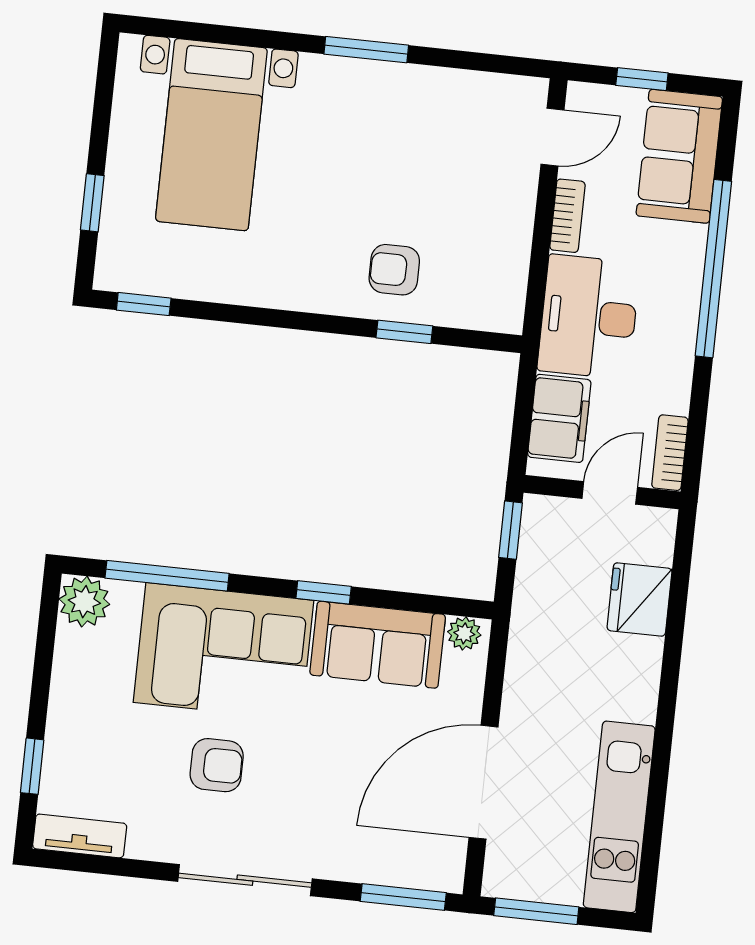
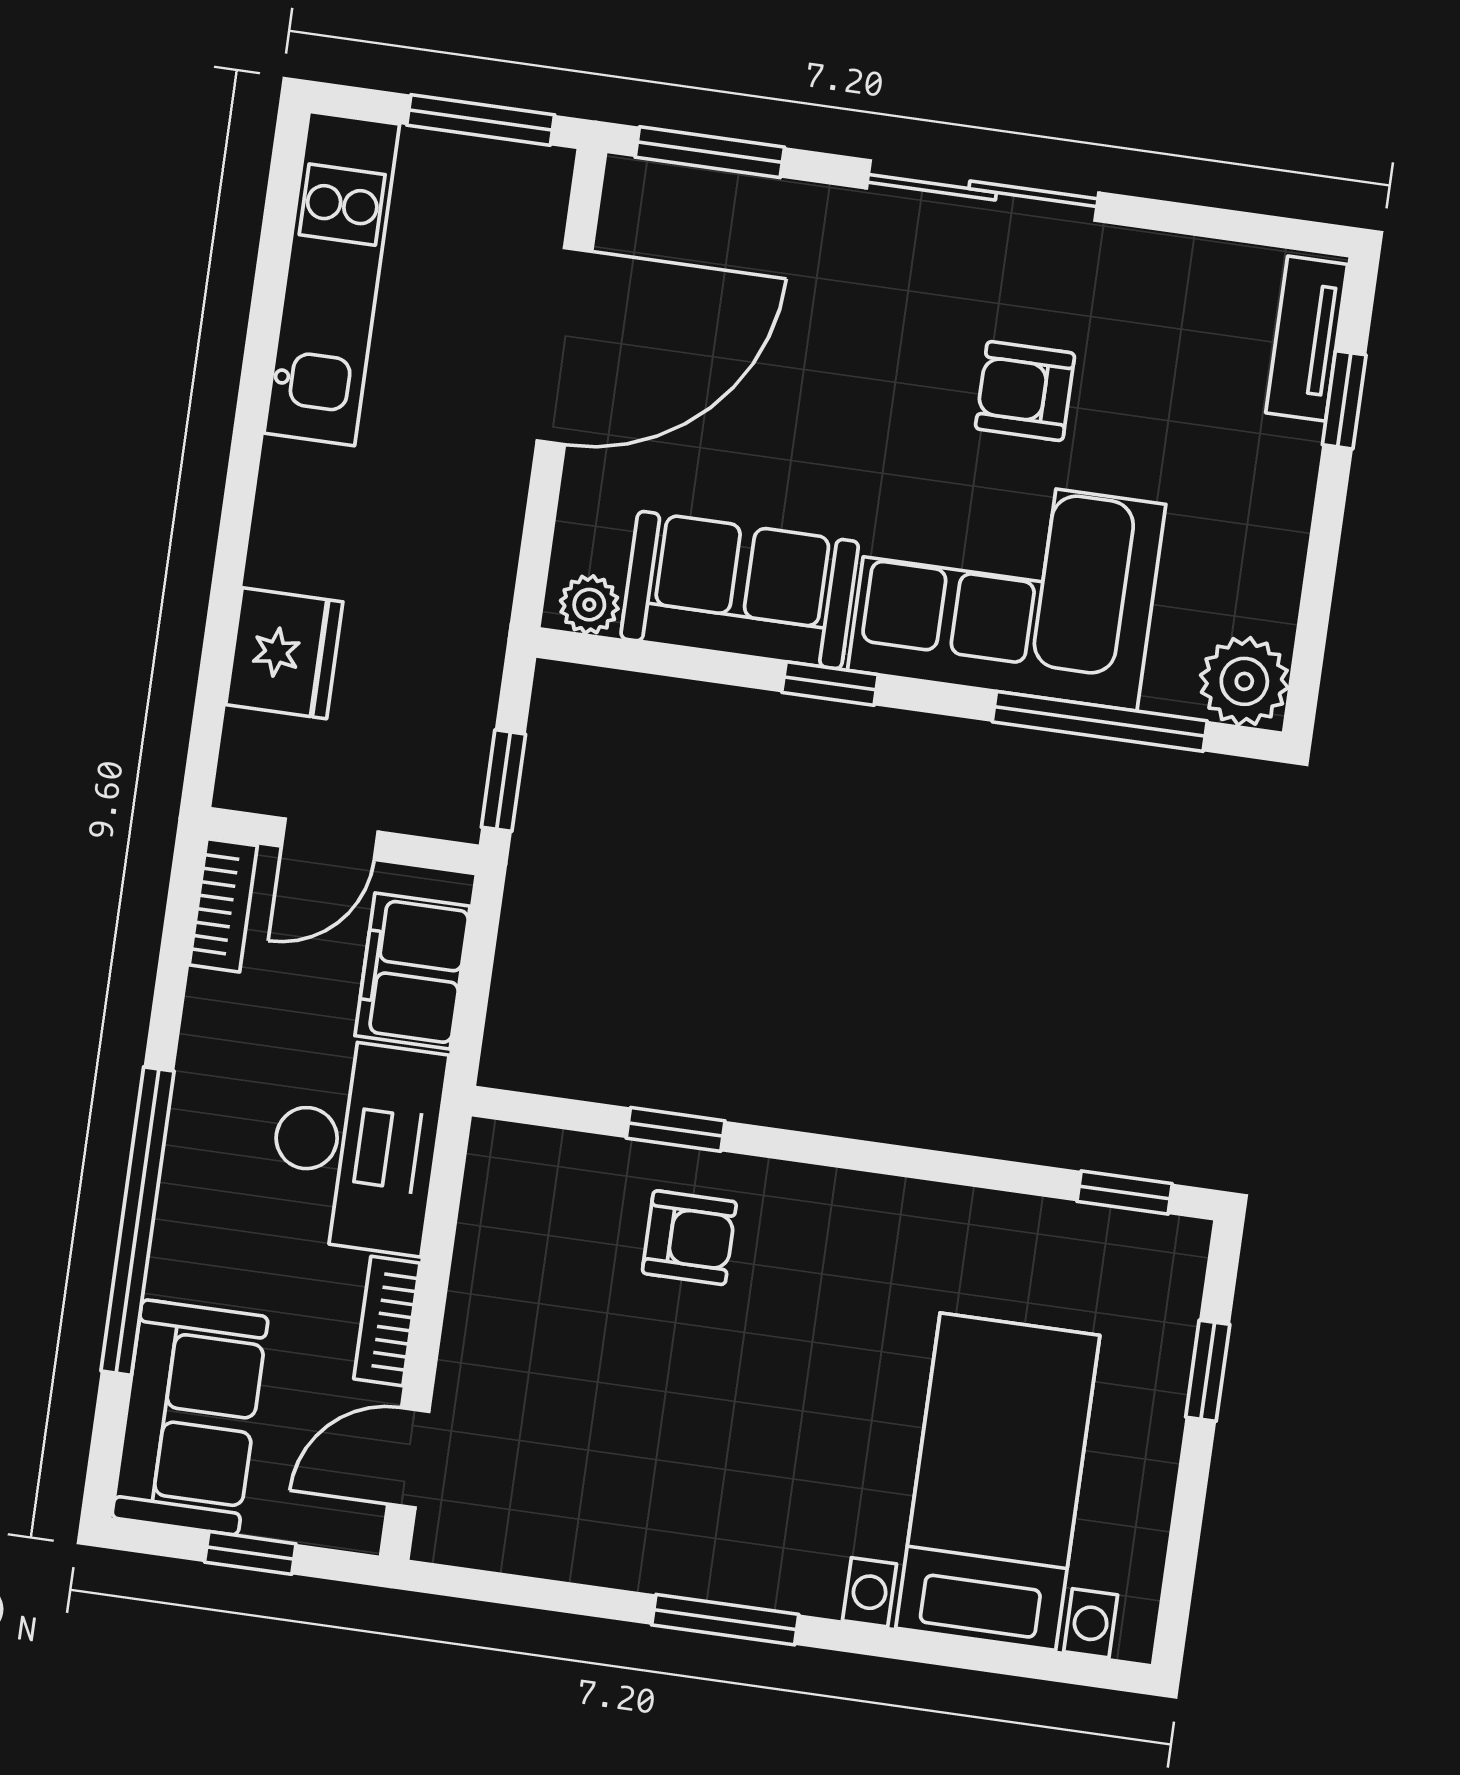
tv unit: (80, 836) -> (1307, 339), moved, turned 90

